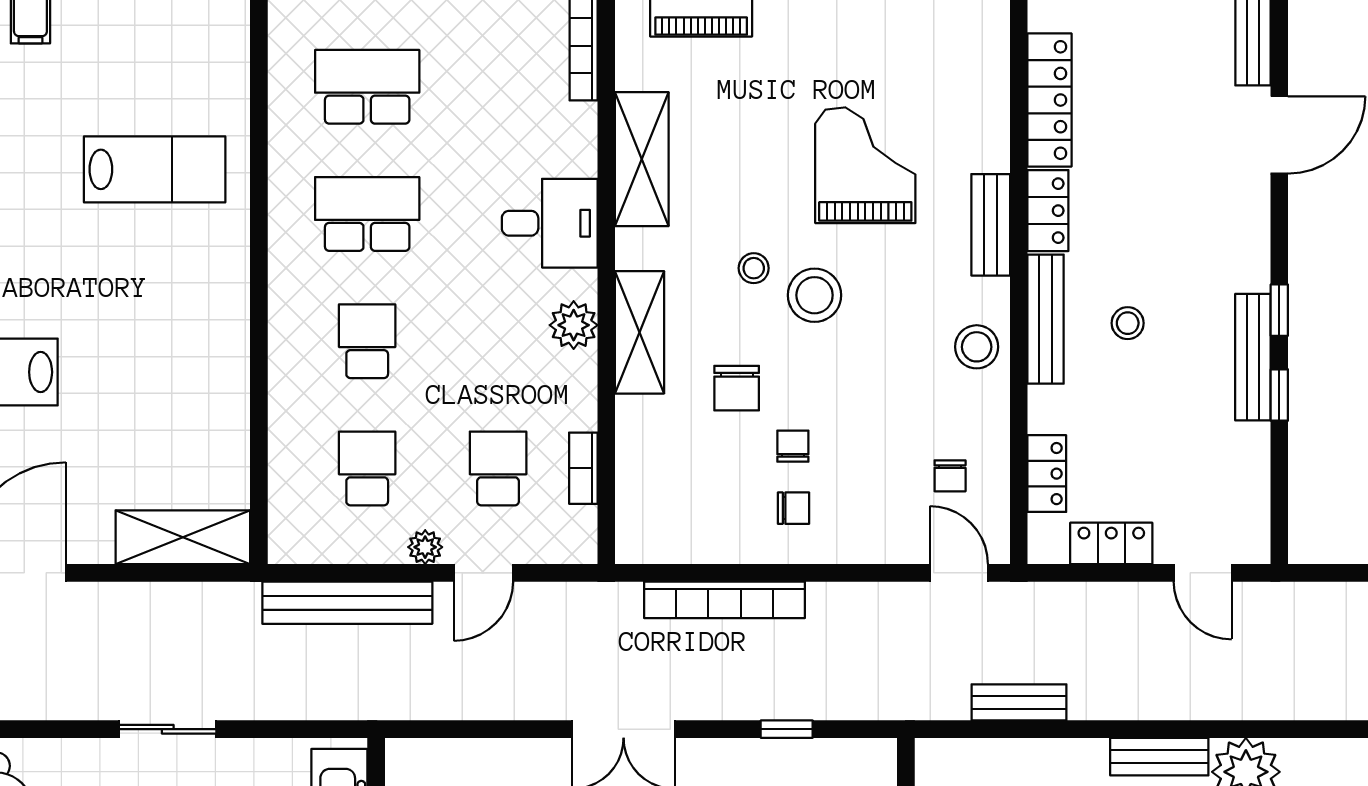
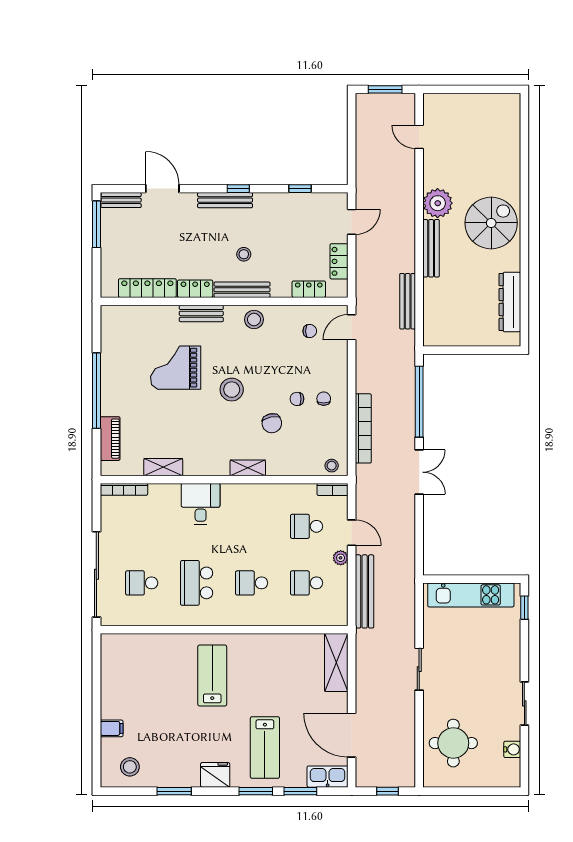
school desk: (367, 87) -> (142, 583), width x0.54
shelving: (642, 159) -> (163, 467), width x0.67, depth x0.75
lab bench: (155, 169) -> (212, 676), moved
stool: (754, 268) -> (332, 466), moved
plant: (574, 325) -> (245, 494), removed
shelving: (639, 332) -> (248, 468), width x0.67, depth x0.75
bench: (1253, 357) -> (225, 200), moved
chair: (737, 388) -> (272, 423), turned 78
window: (1279, 395) -> (300, 189), moved
bookcase: (583, 468) -> (333, 489), moved
bench: (1019, 702) -> (408, 301), width x1.36
window: (787, 729) -> (419, 402), width x3.17
bench: (1159, 757) -> (431, 248), width x1.36

